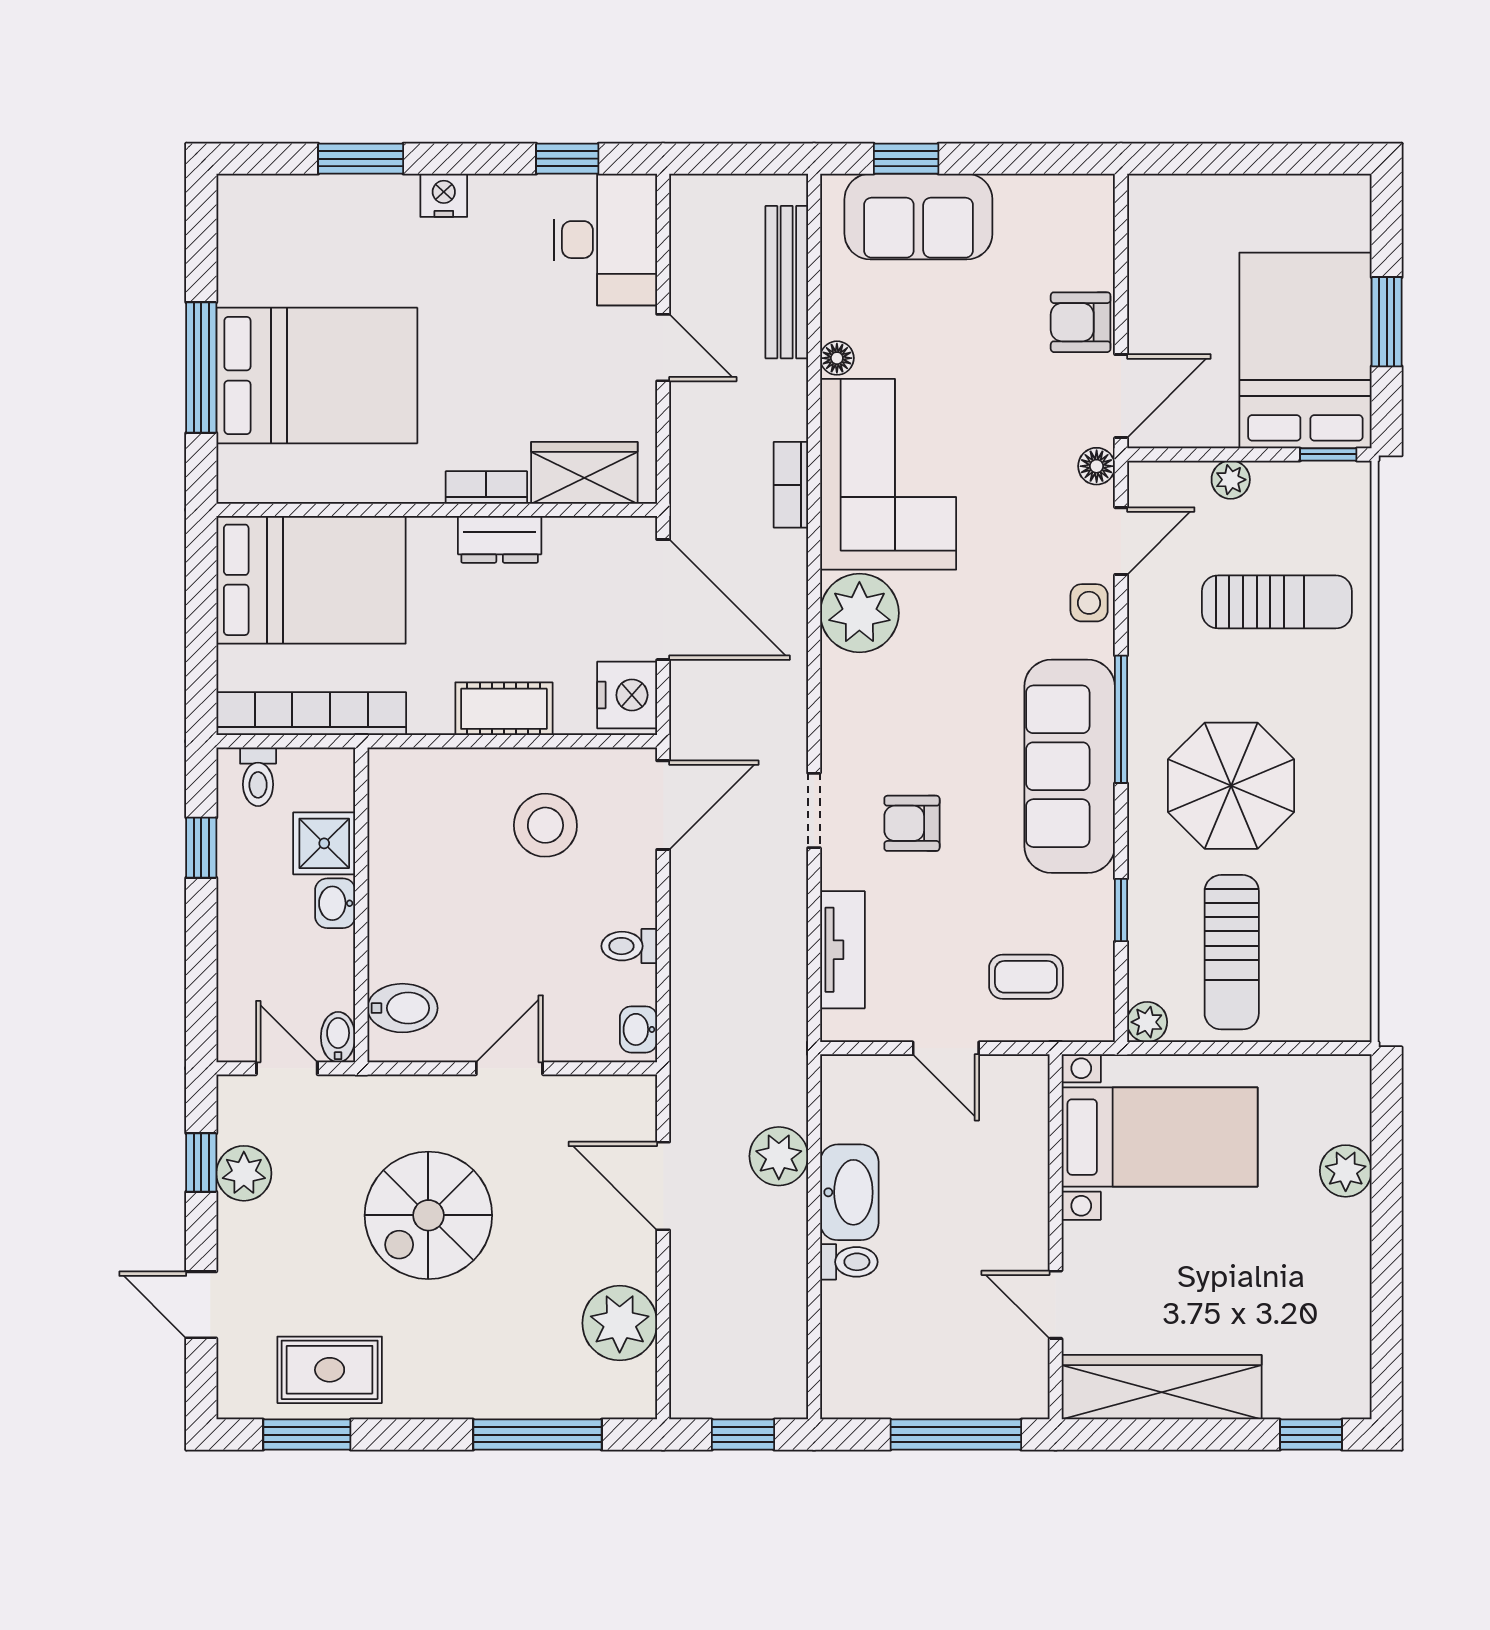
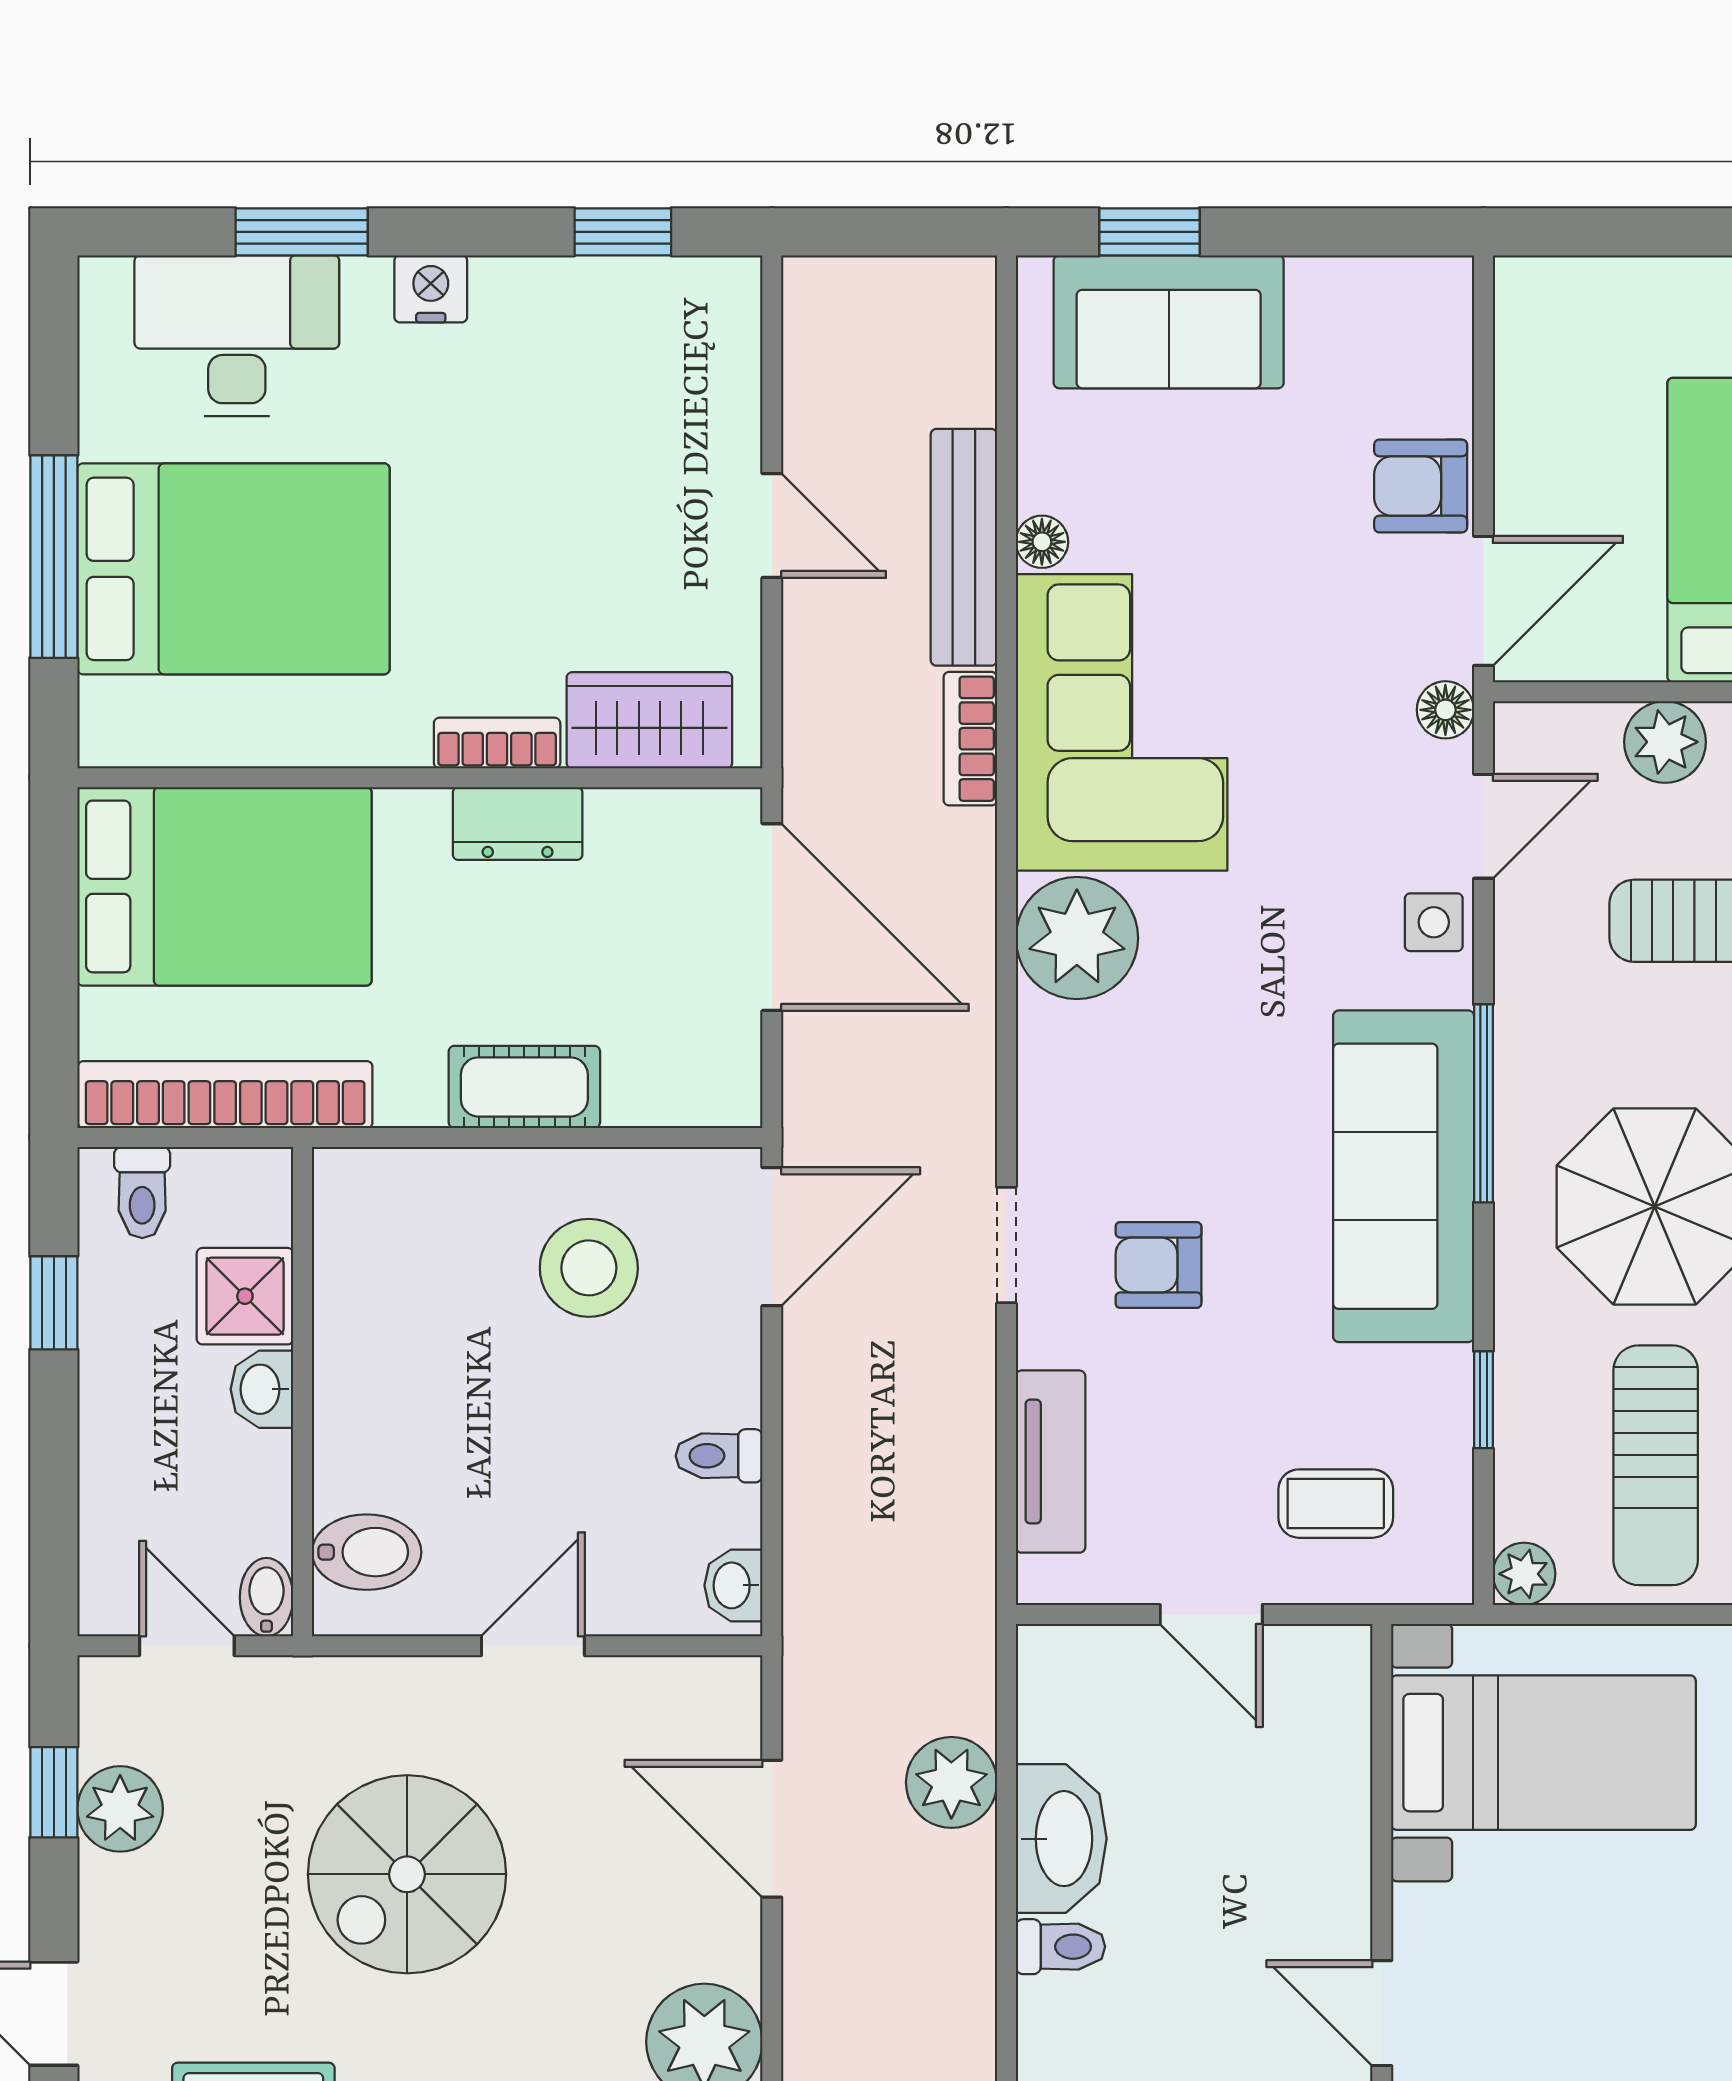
desk: (605, 240) -> (237, 336), moved, turned -90
bench: (787, 282) -> (964, 547), moved
plant: (1231, 480) -> (1665, 742), width x1.38, depth x1.38
nightstand: (627, 695) -> (716, 1066), removed

